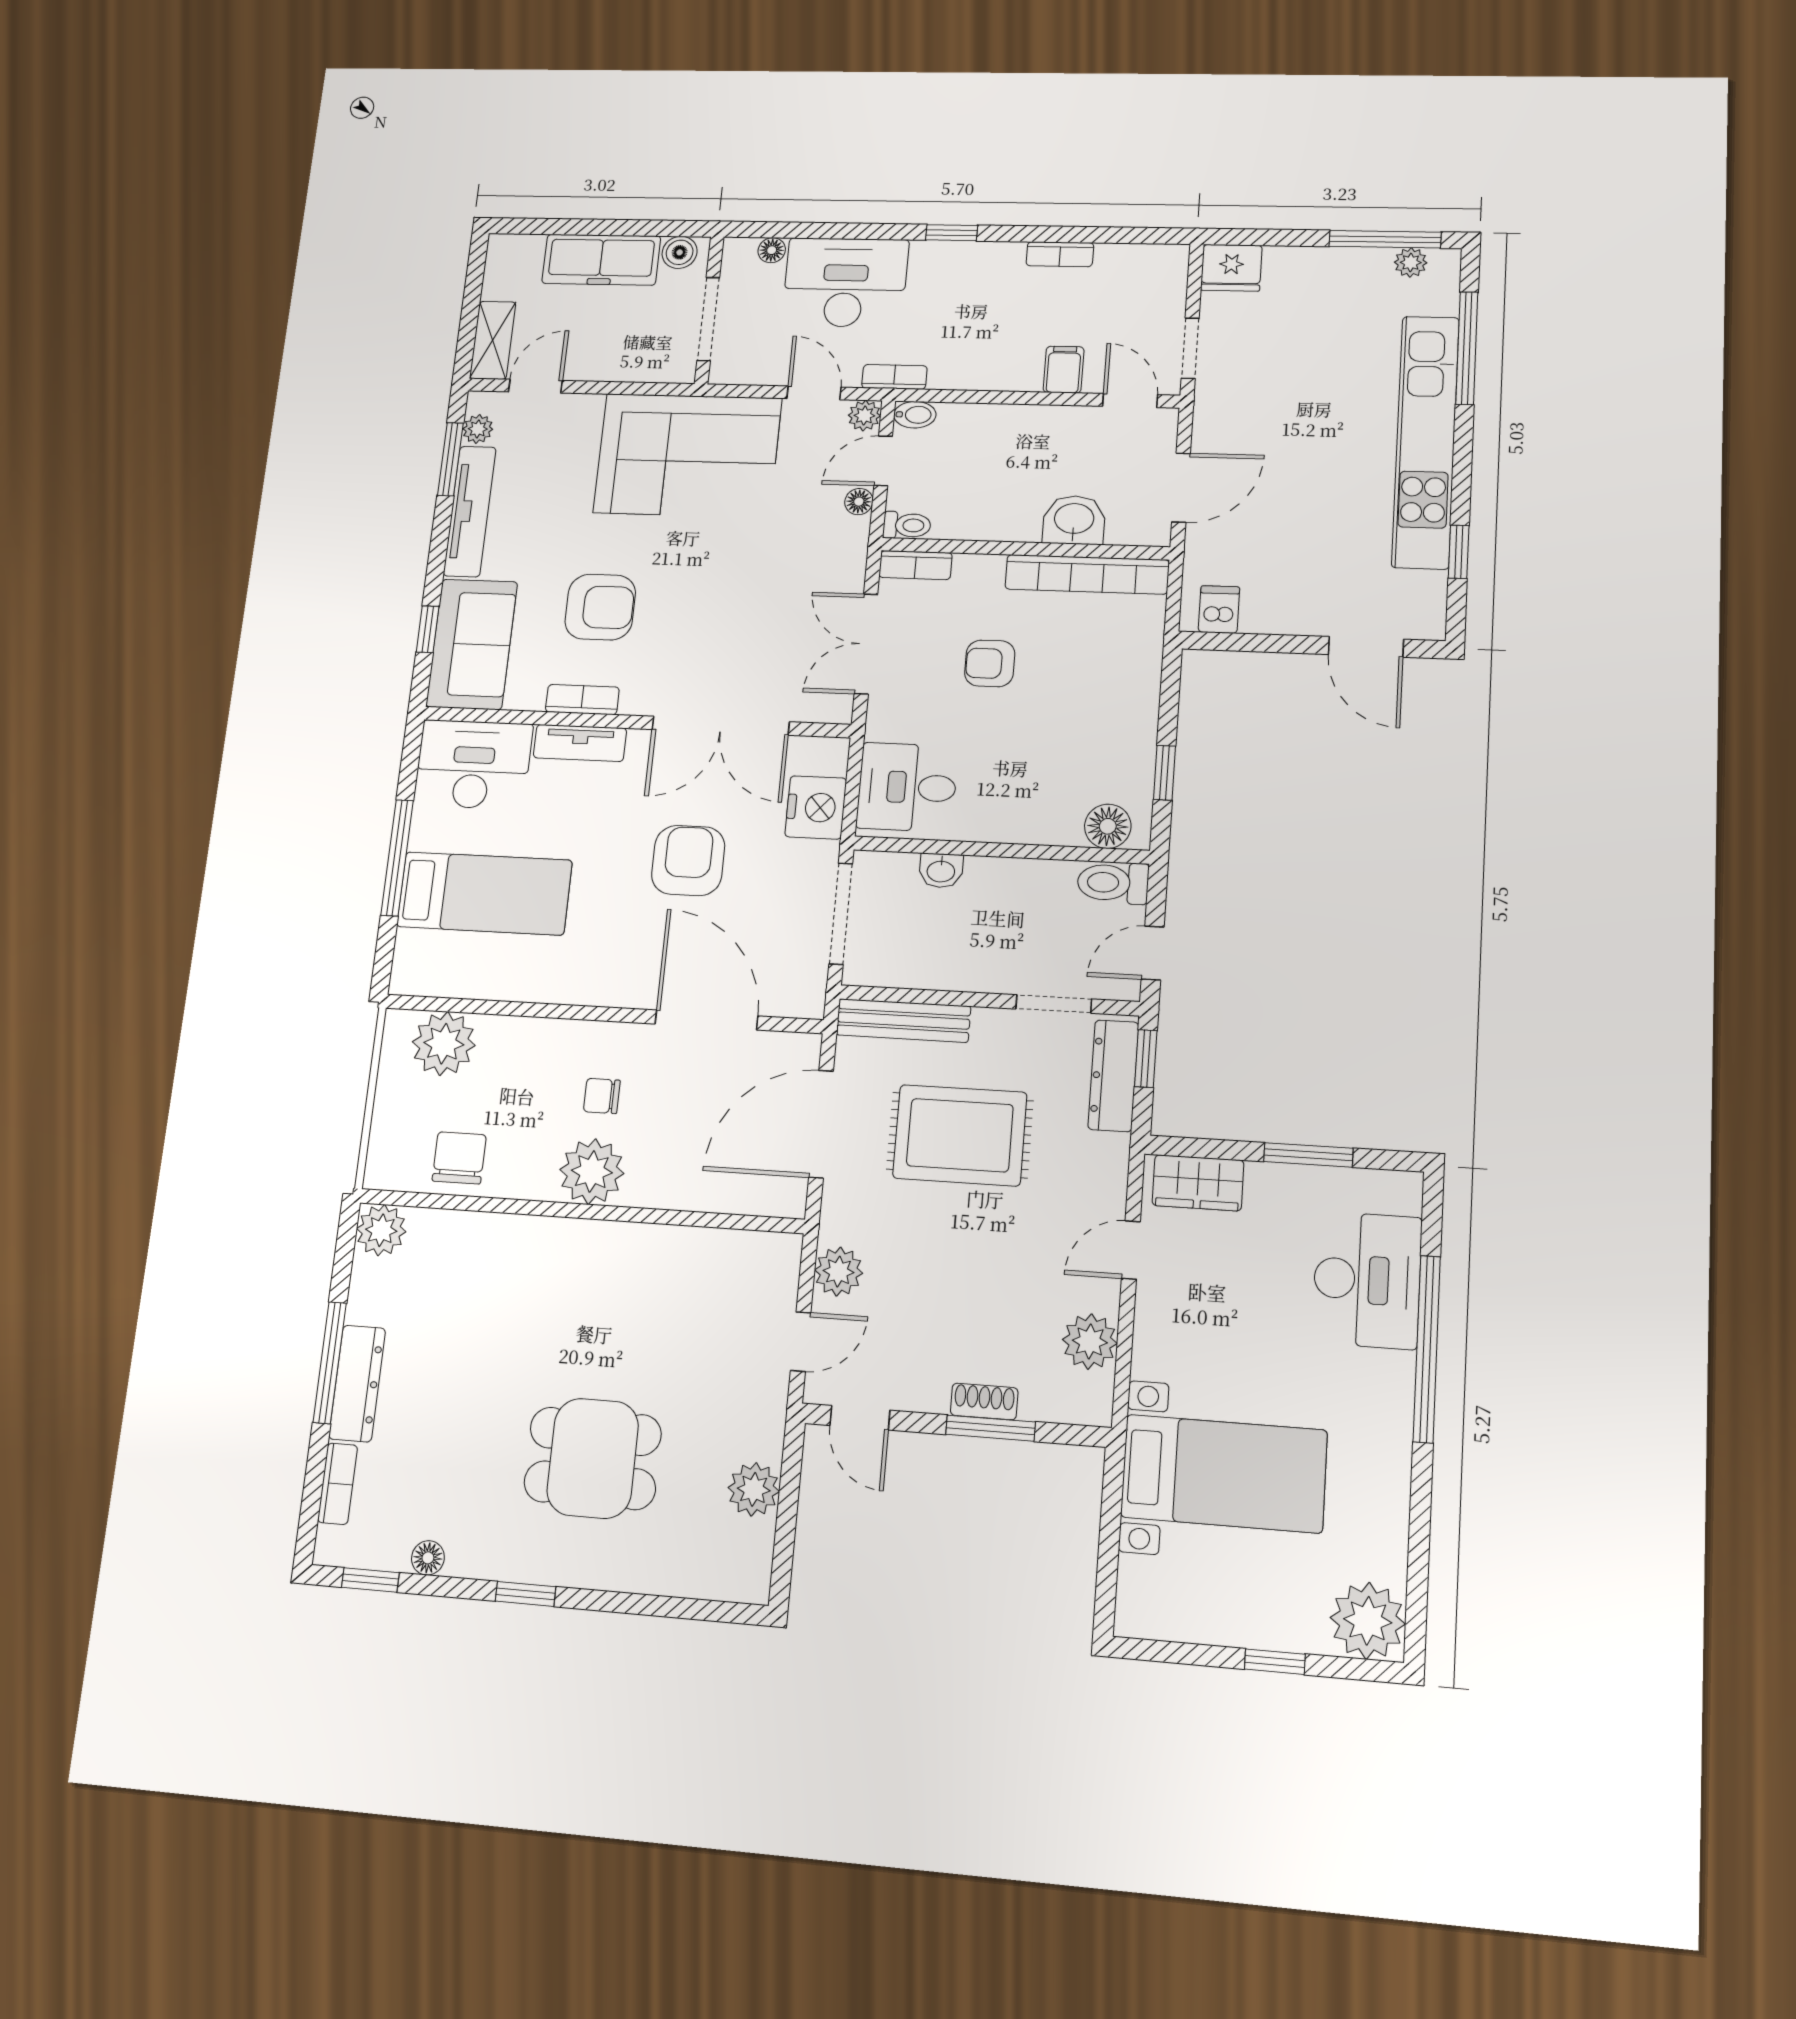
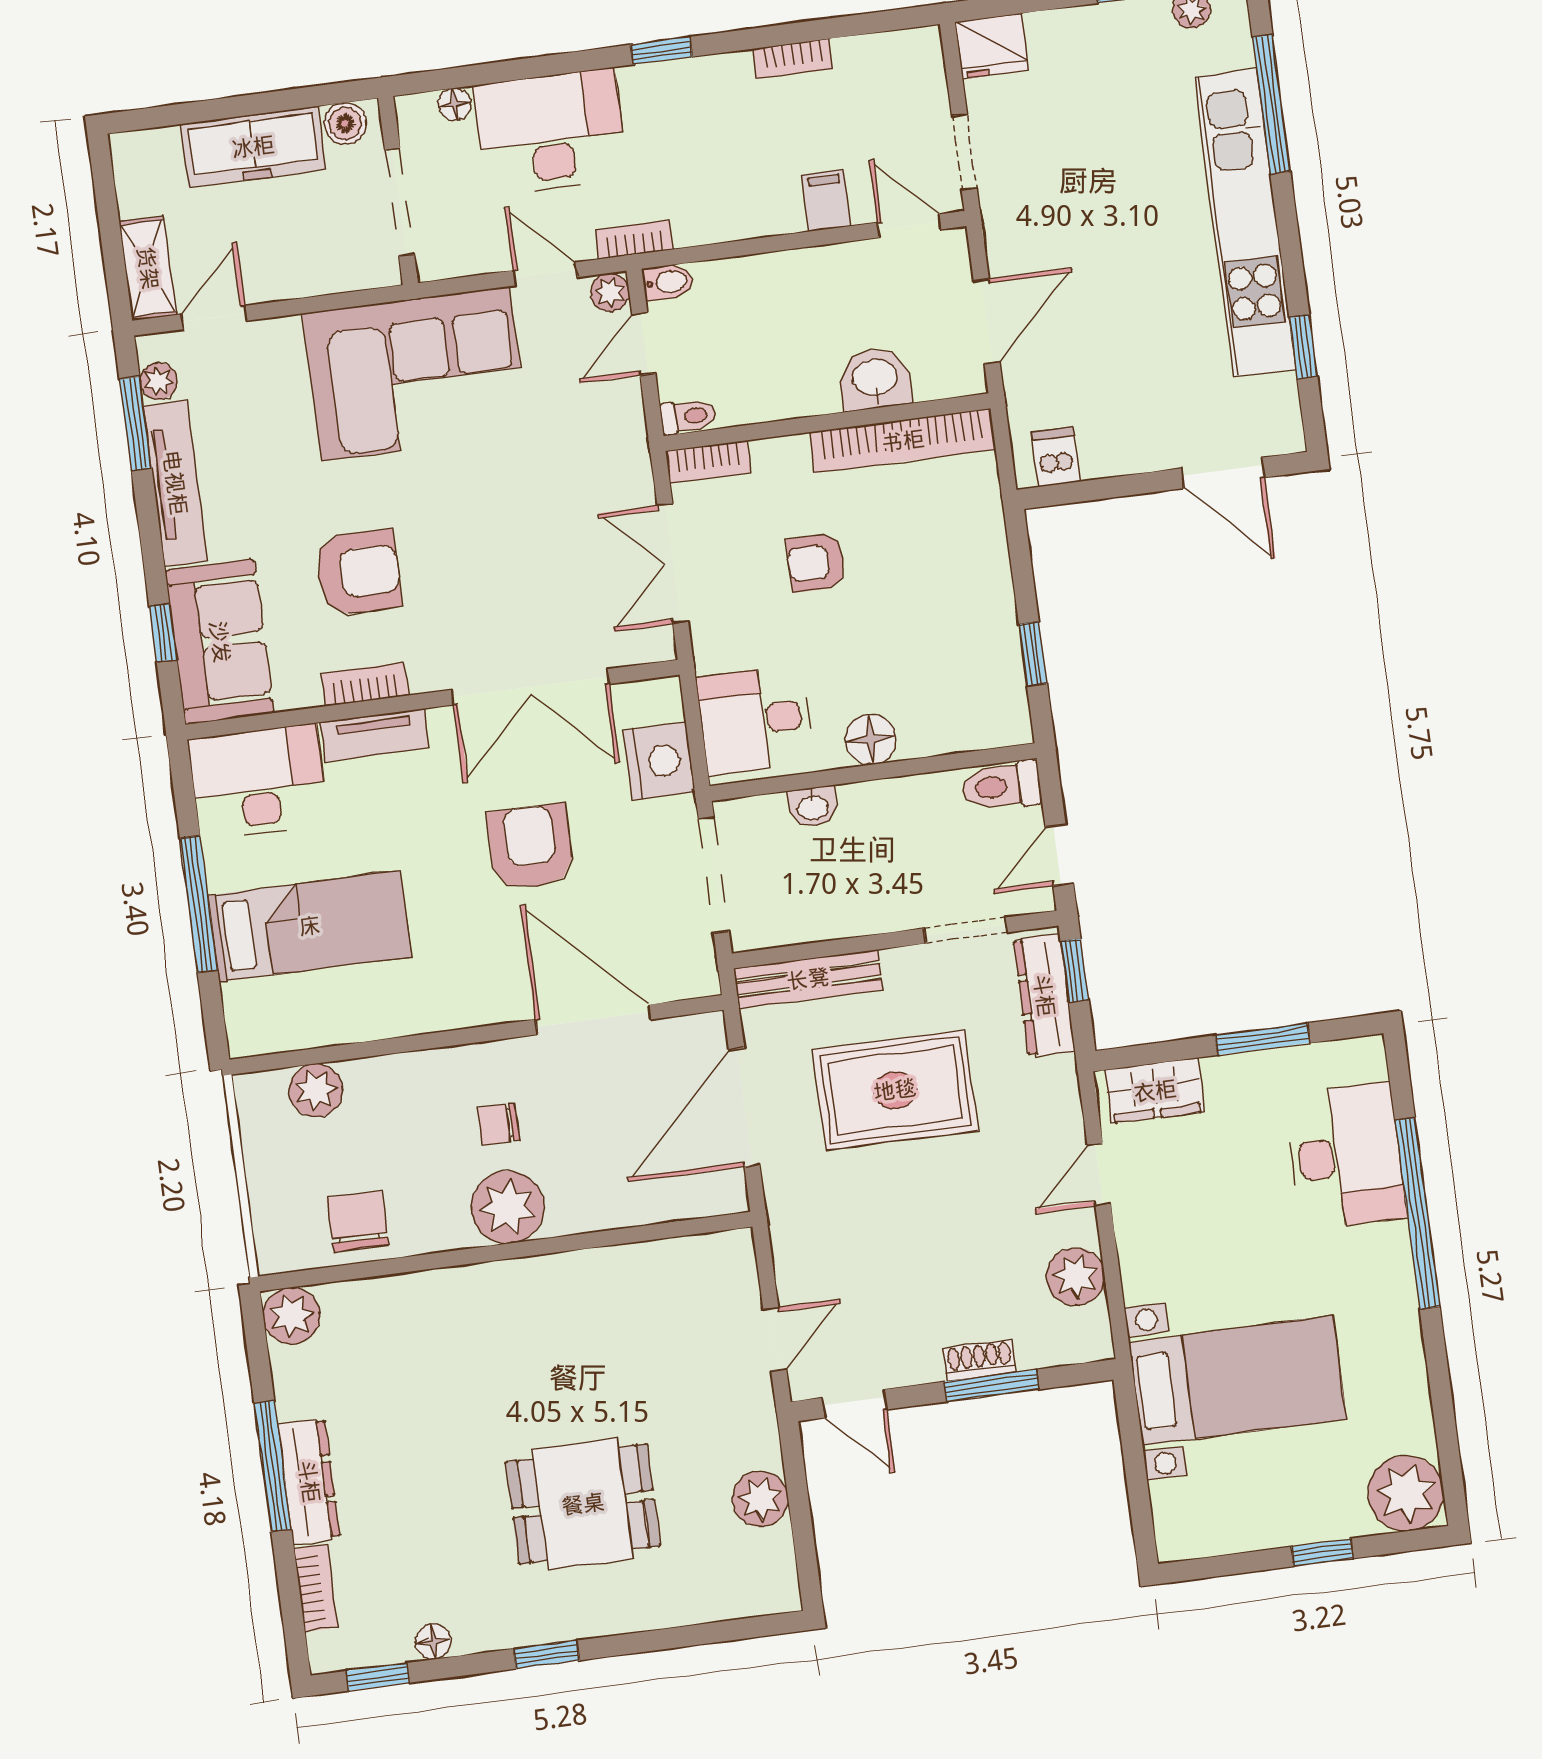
floor lamp: (859, 502) -> (627, 397), removed
floor lamp: (1108, 826) -> (871, 739), moved
plant: (444, 1044) -> (316, 1090), width x0.73, depth x0.73
plant: (839, 1272) -> (798, 1259), removed

